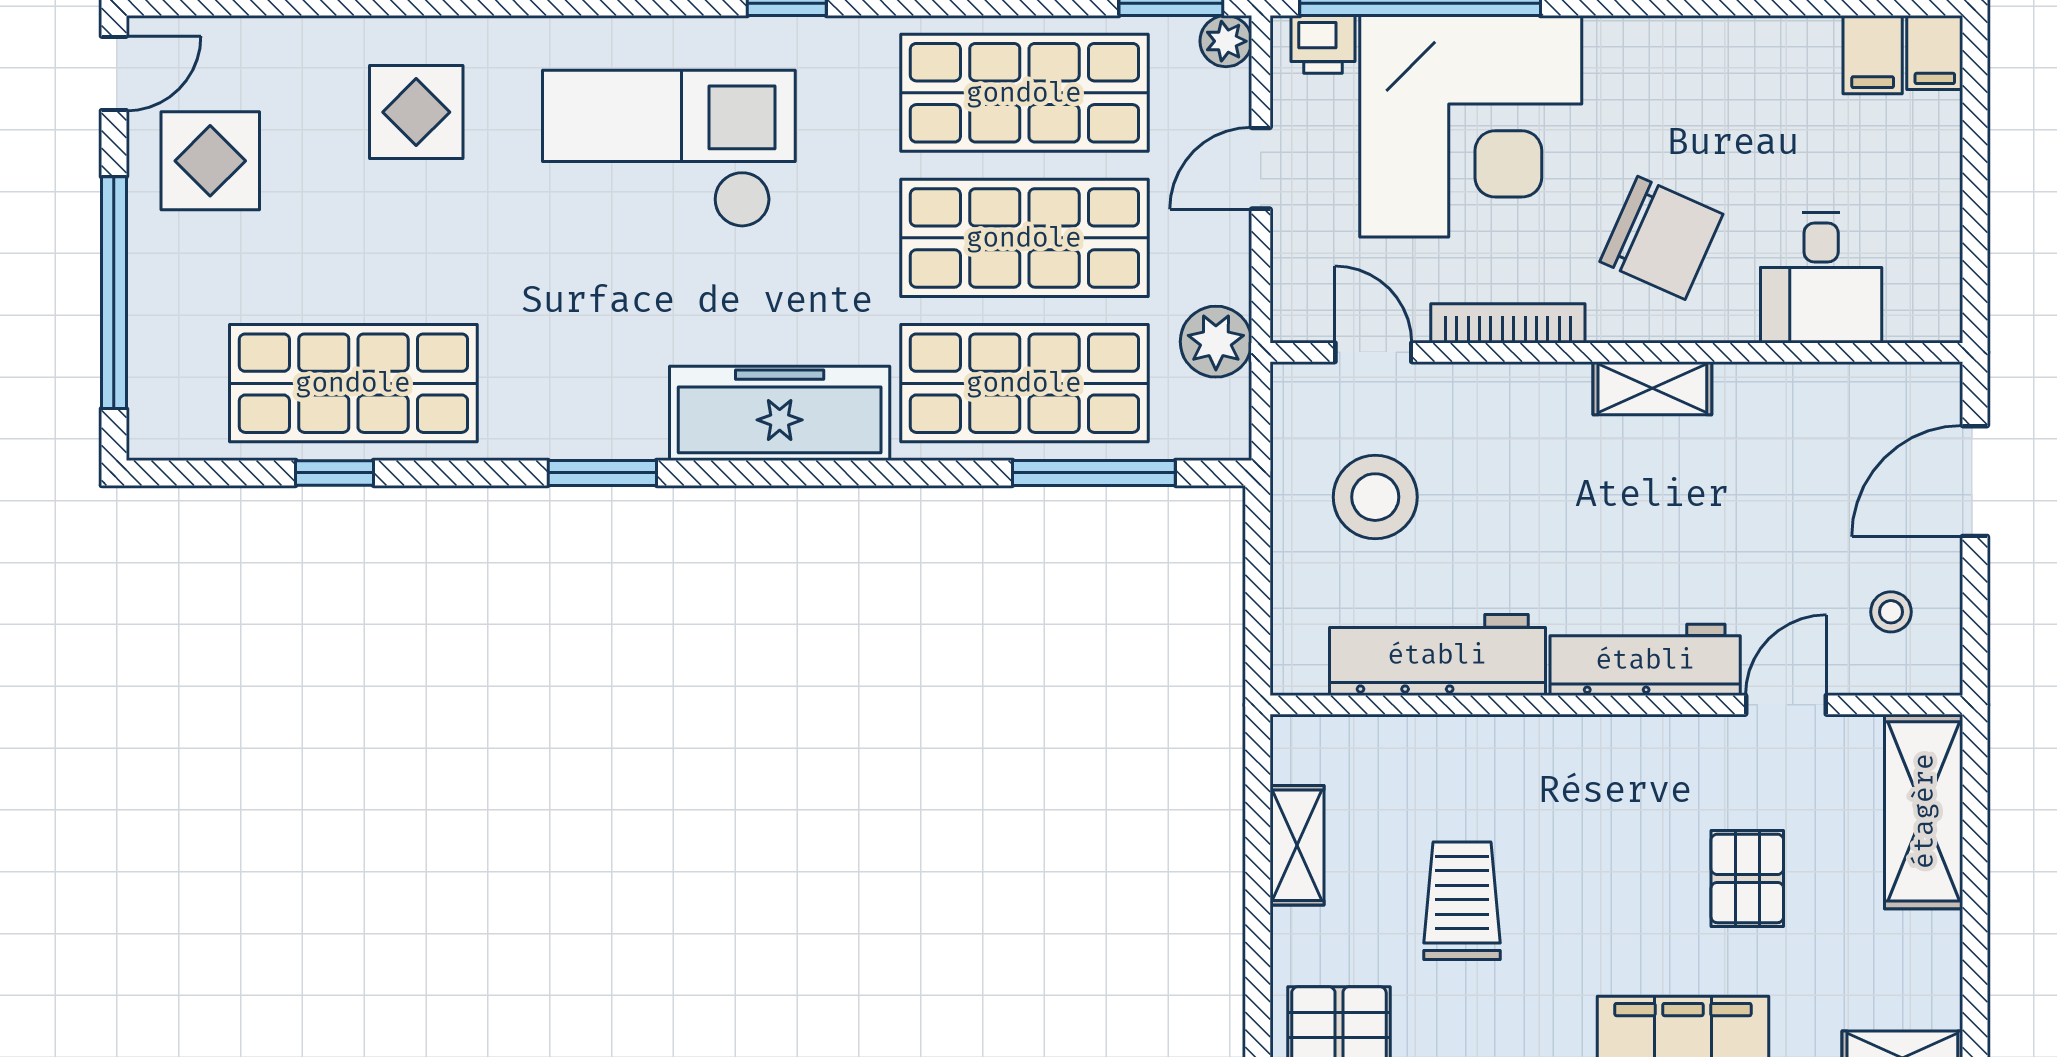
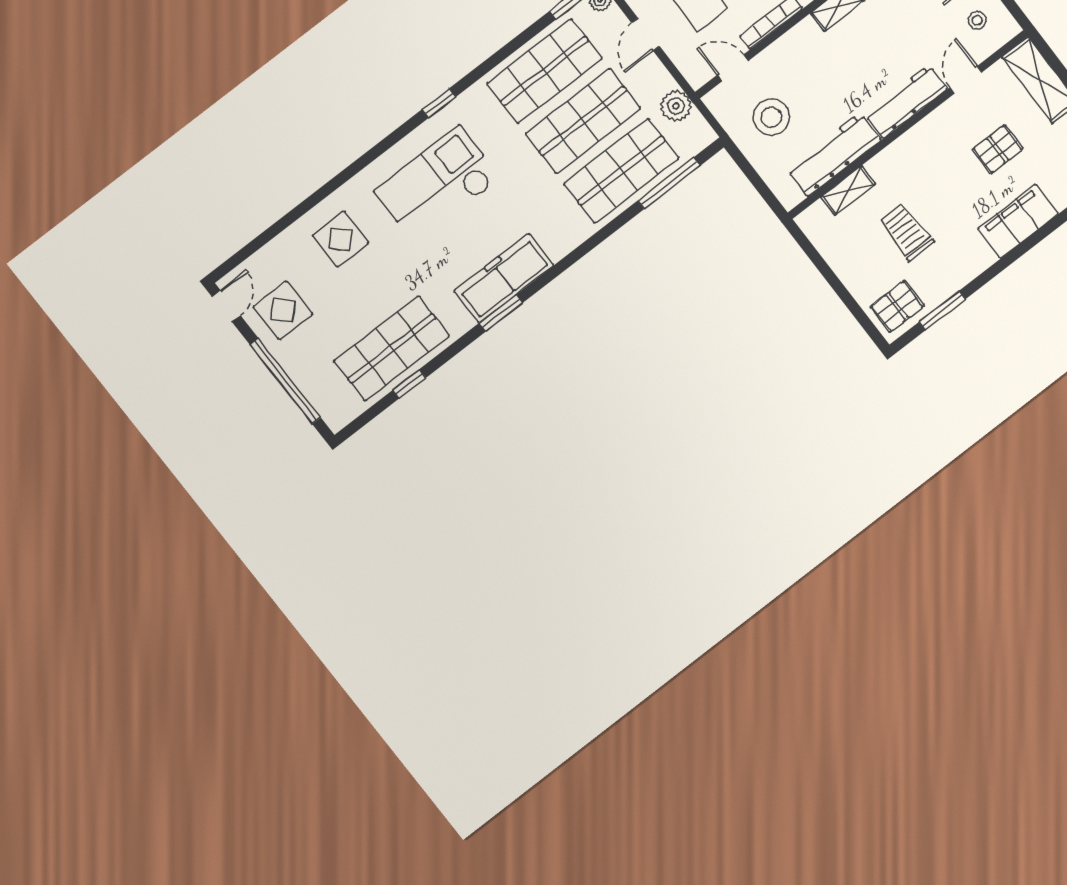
freezer: (780, 413) -> (504, 278), moved
shelving: (1297, 845) -> (848, 191), moved, turned 90
pallet: (1747, 878) -> (998, 149), turned 90

